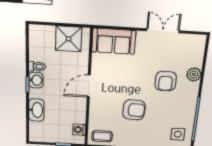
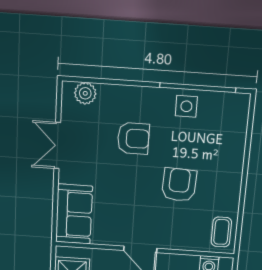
plant: (194, 74) -> (85, 93), moved
side table: (178, 134) -> (186, 106), moved

